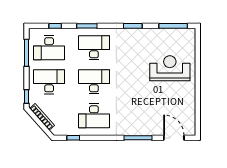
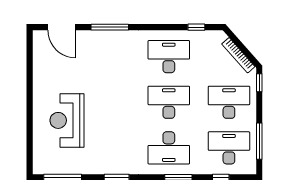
reception desk: (170, 68) -> (67, 120), turned 90
desk: (49, 82) -> (229, 102), turned 180
desk: (94, 82) -> (169, 102), turned 180

